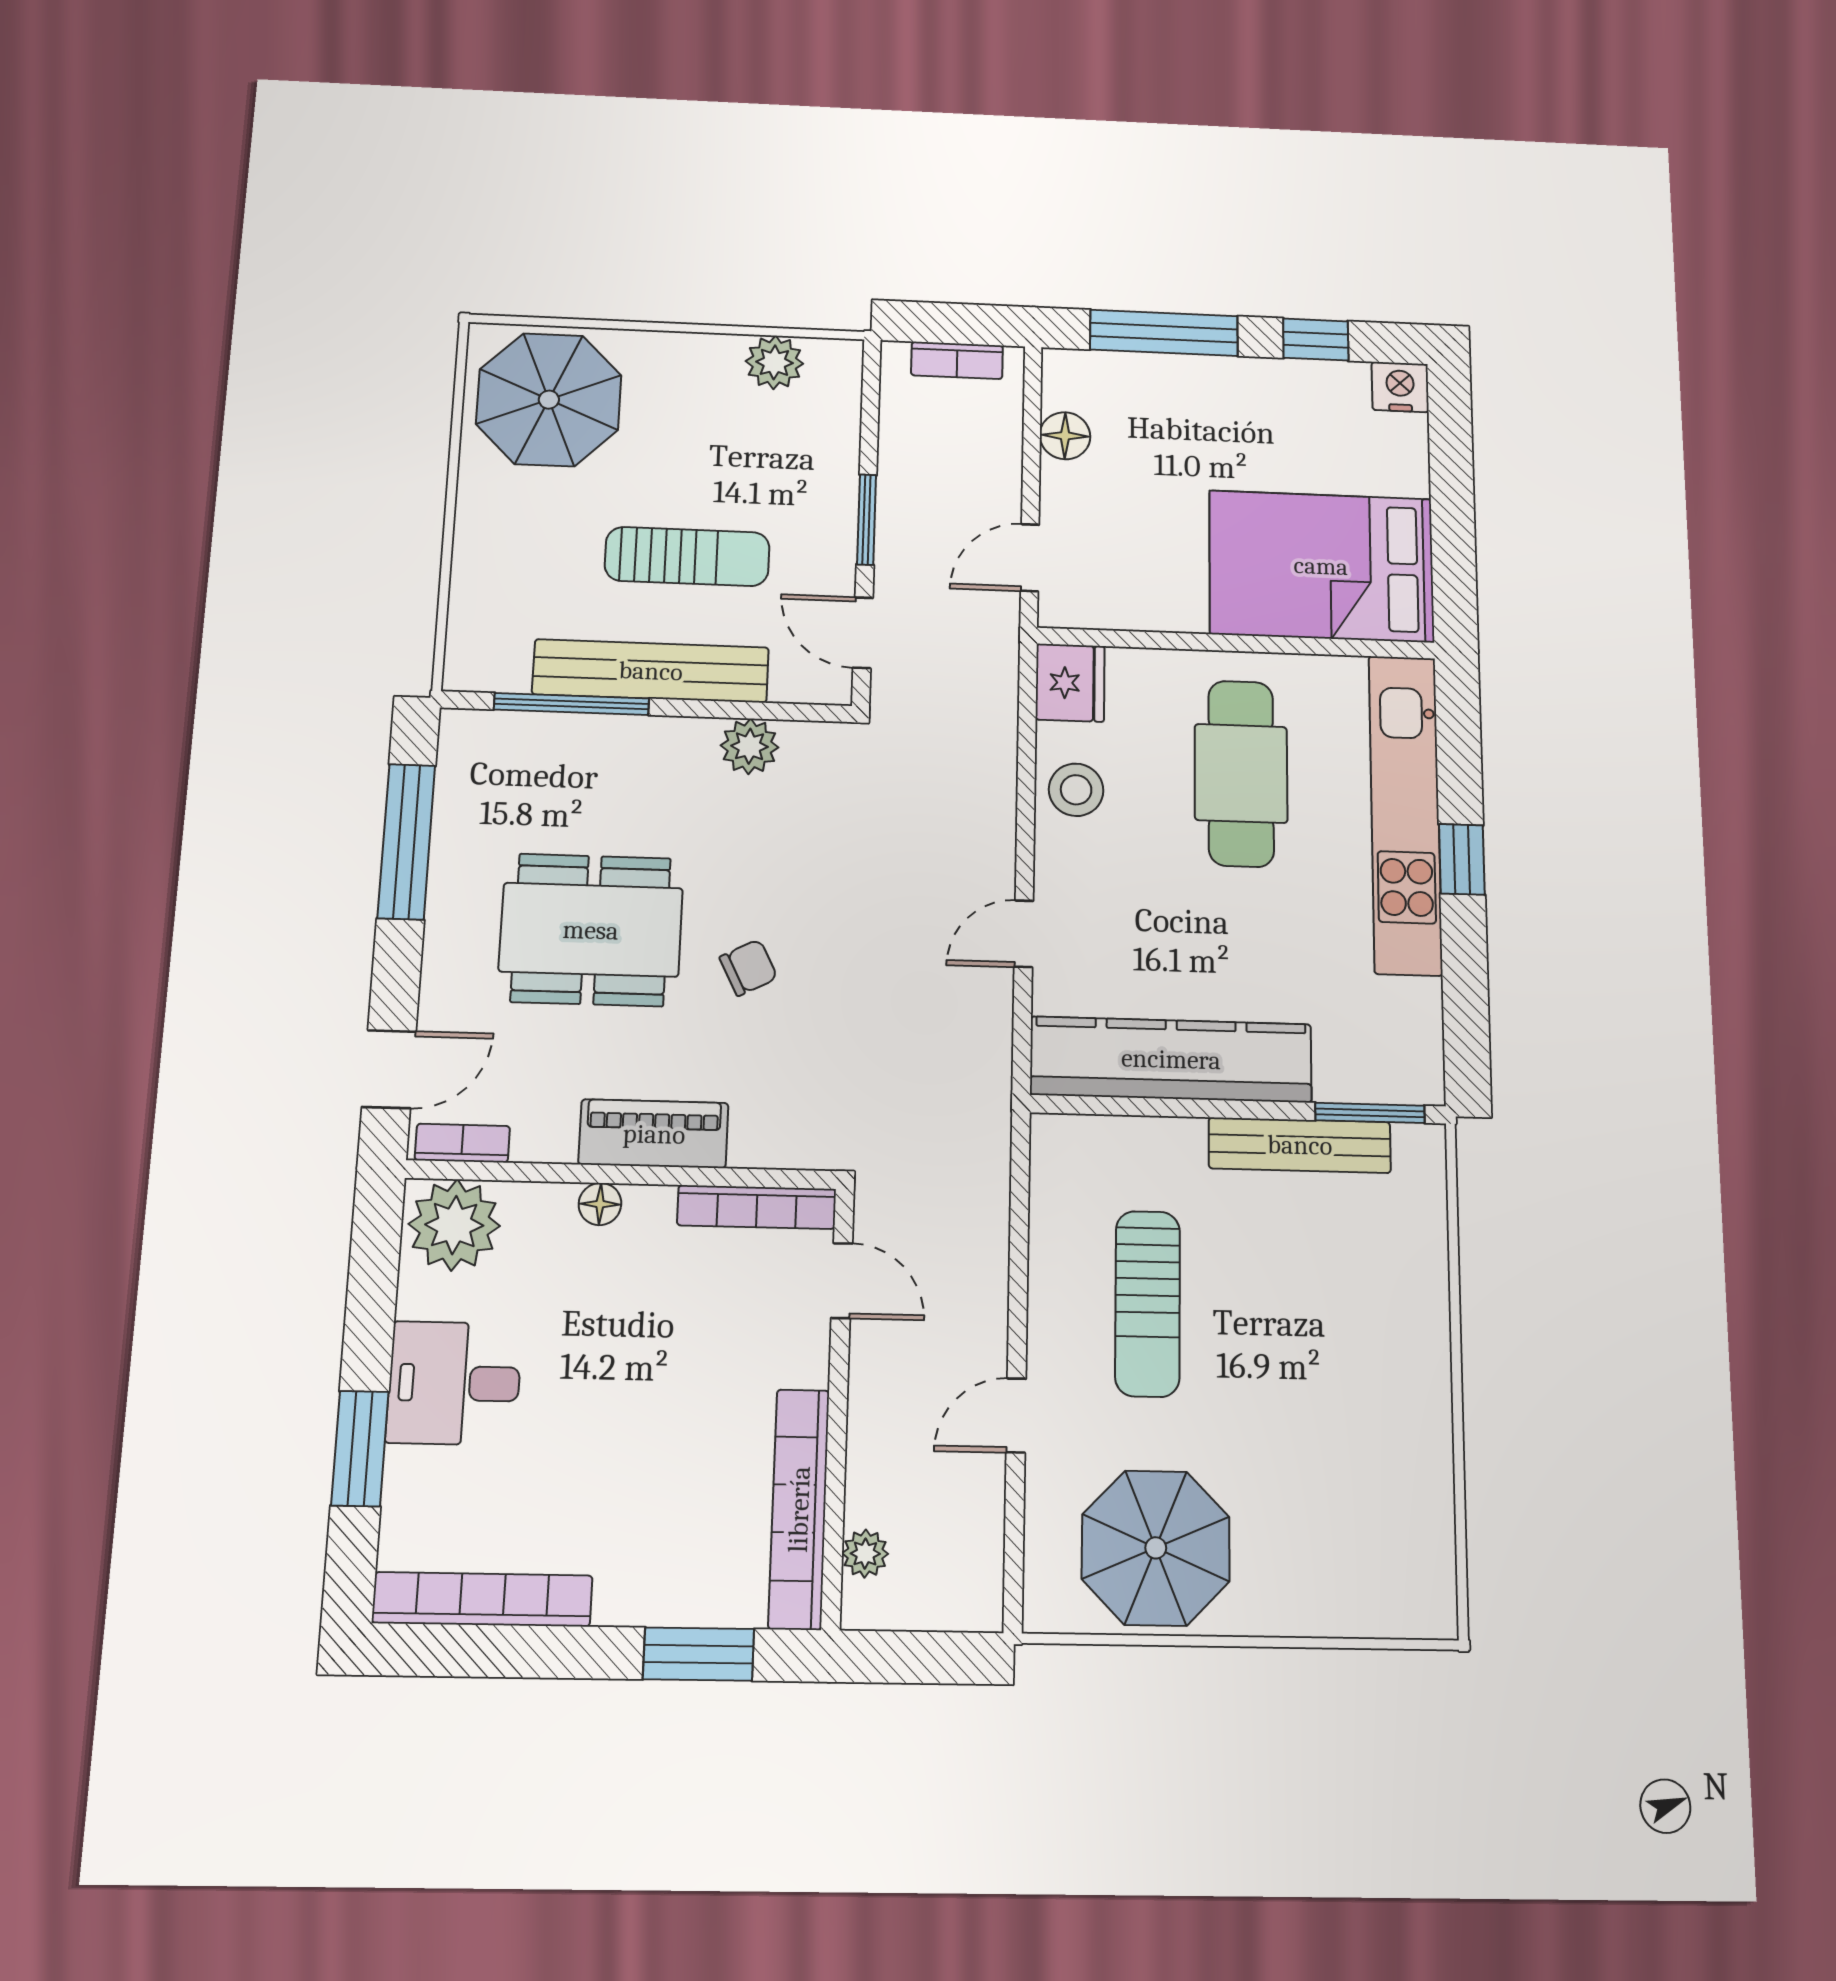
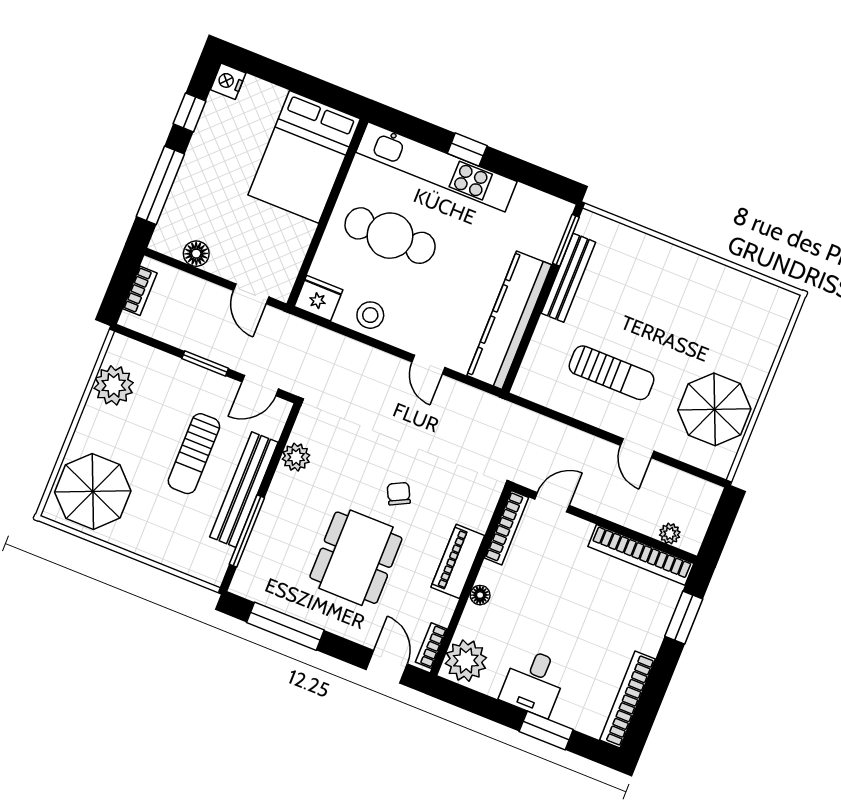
plant: (774, 362) -> (114, 385), width x1.36, depth x1.36
sun lounger: (687, 556) -> (194, 454), turned 180

